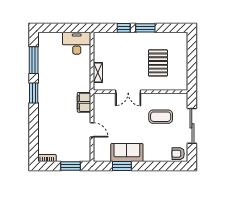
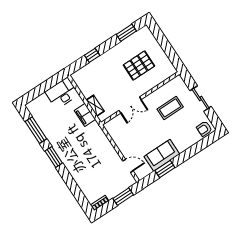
window: (145, 28) -> (126, 33), moved
pallet: (158, 63) -> (139, 65), turned 90
filing cabinet: (84, 102) -> (85, 115), moved
sliding door: (192, 126) -> (201, 99), width x0.73
door: (92, 130) -> (128, 166), moved

